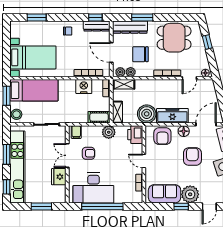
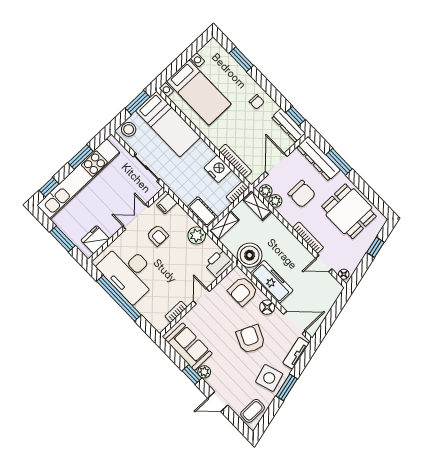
chair: (141, 54) -> (302, 194), turned 180
armchair: (192, 157) -> (251, 339), turned -66
fridge: (59, 177) -> (95, 240), moved
plant: (190, 194) -> (204, 372), width x0.53, depth x0.53

